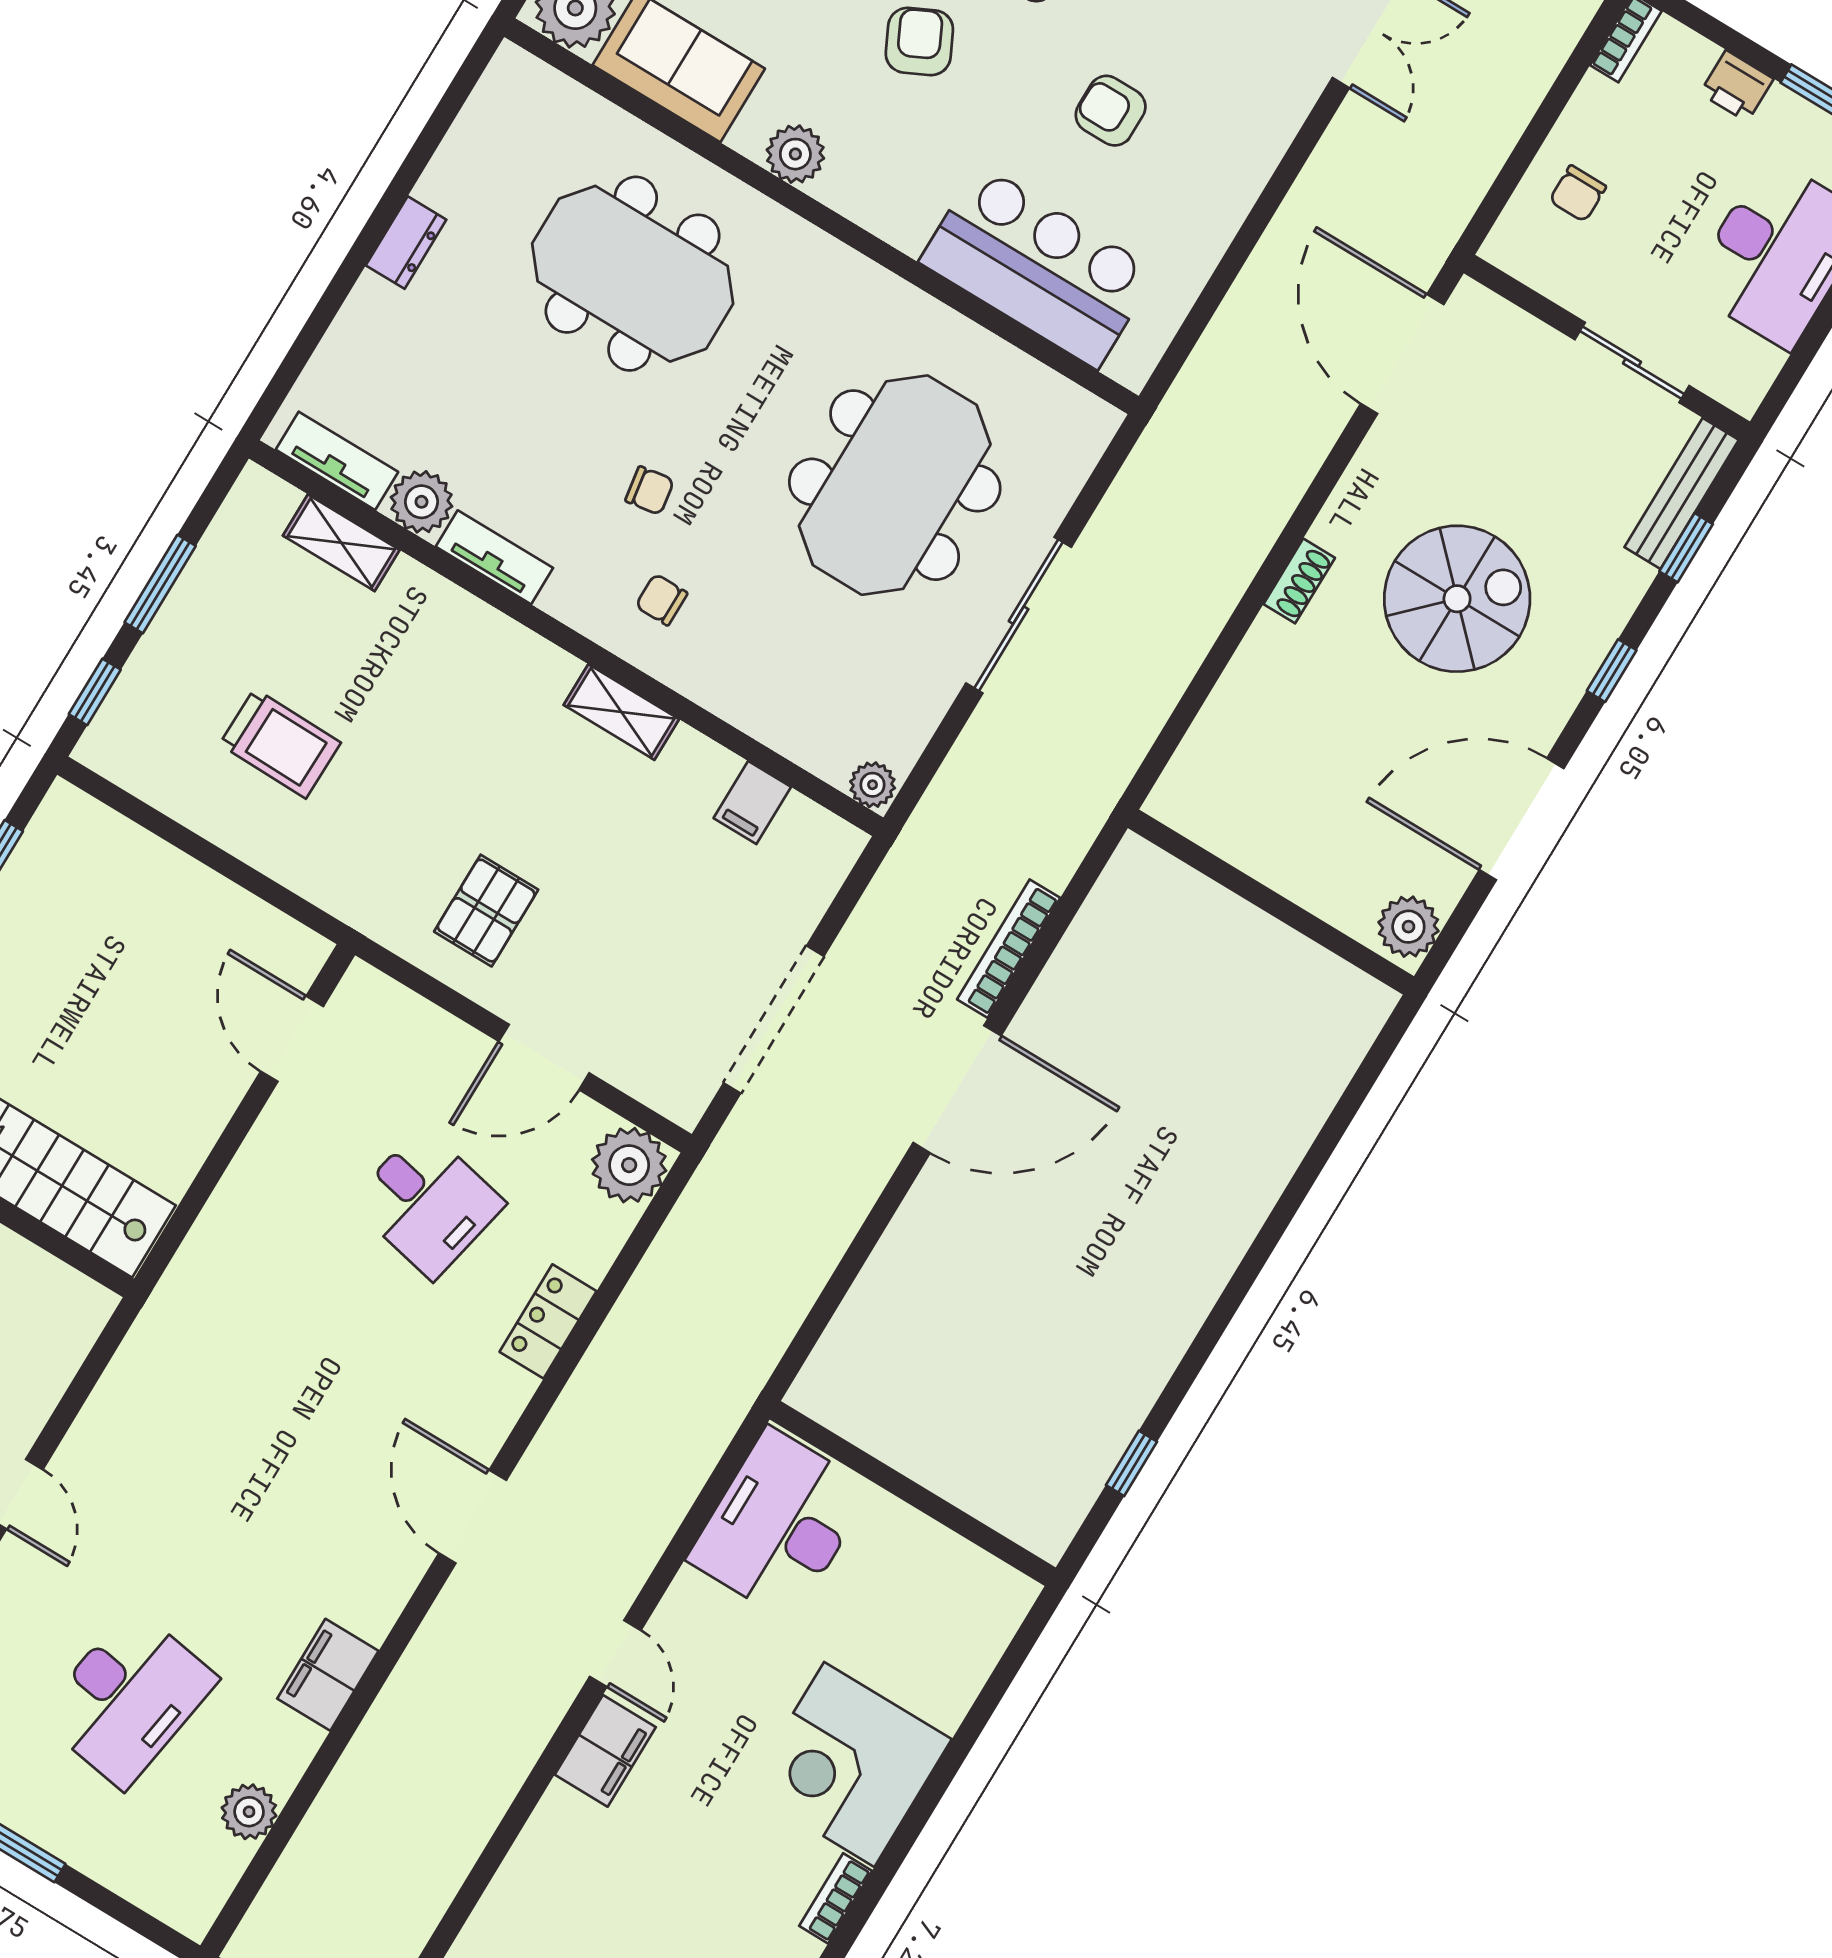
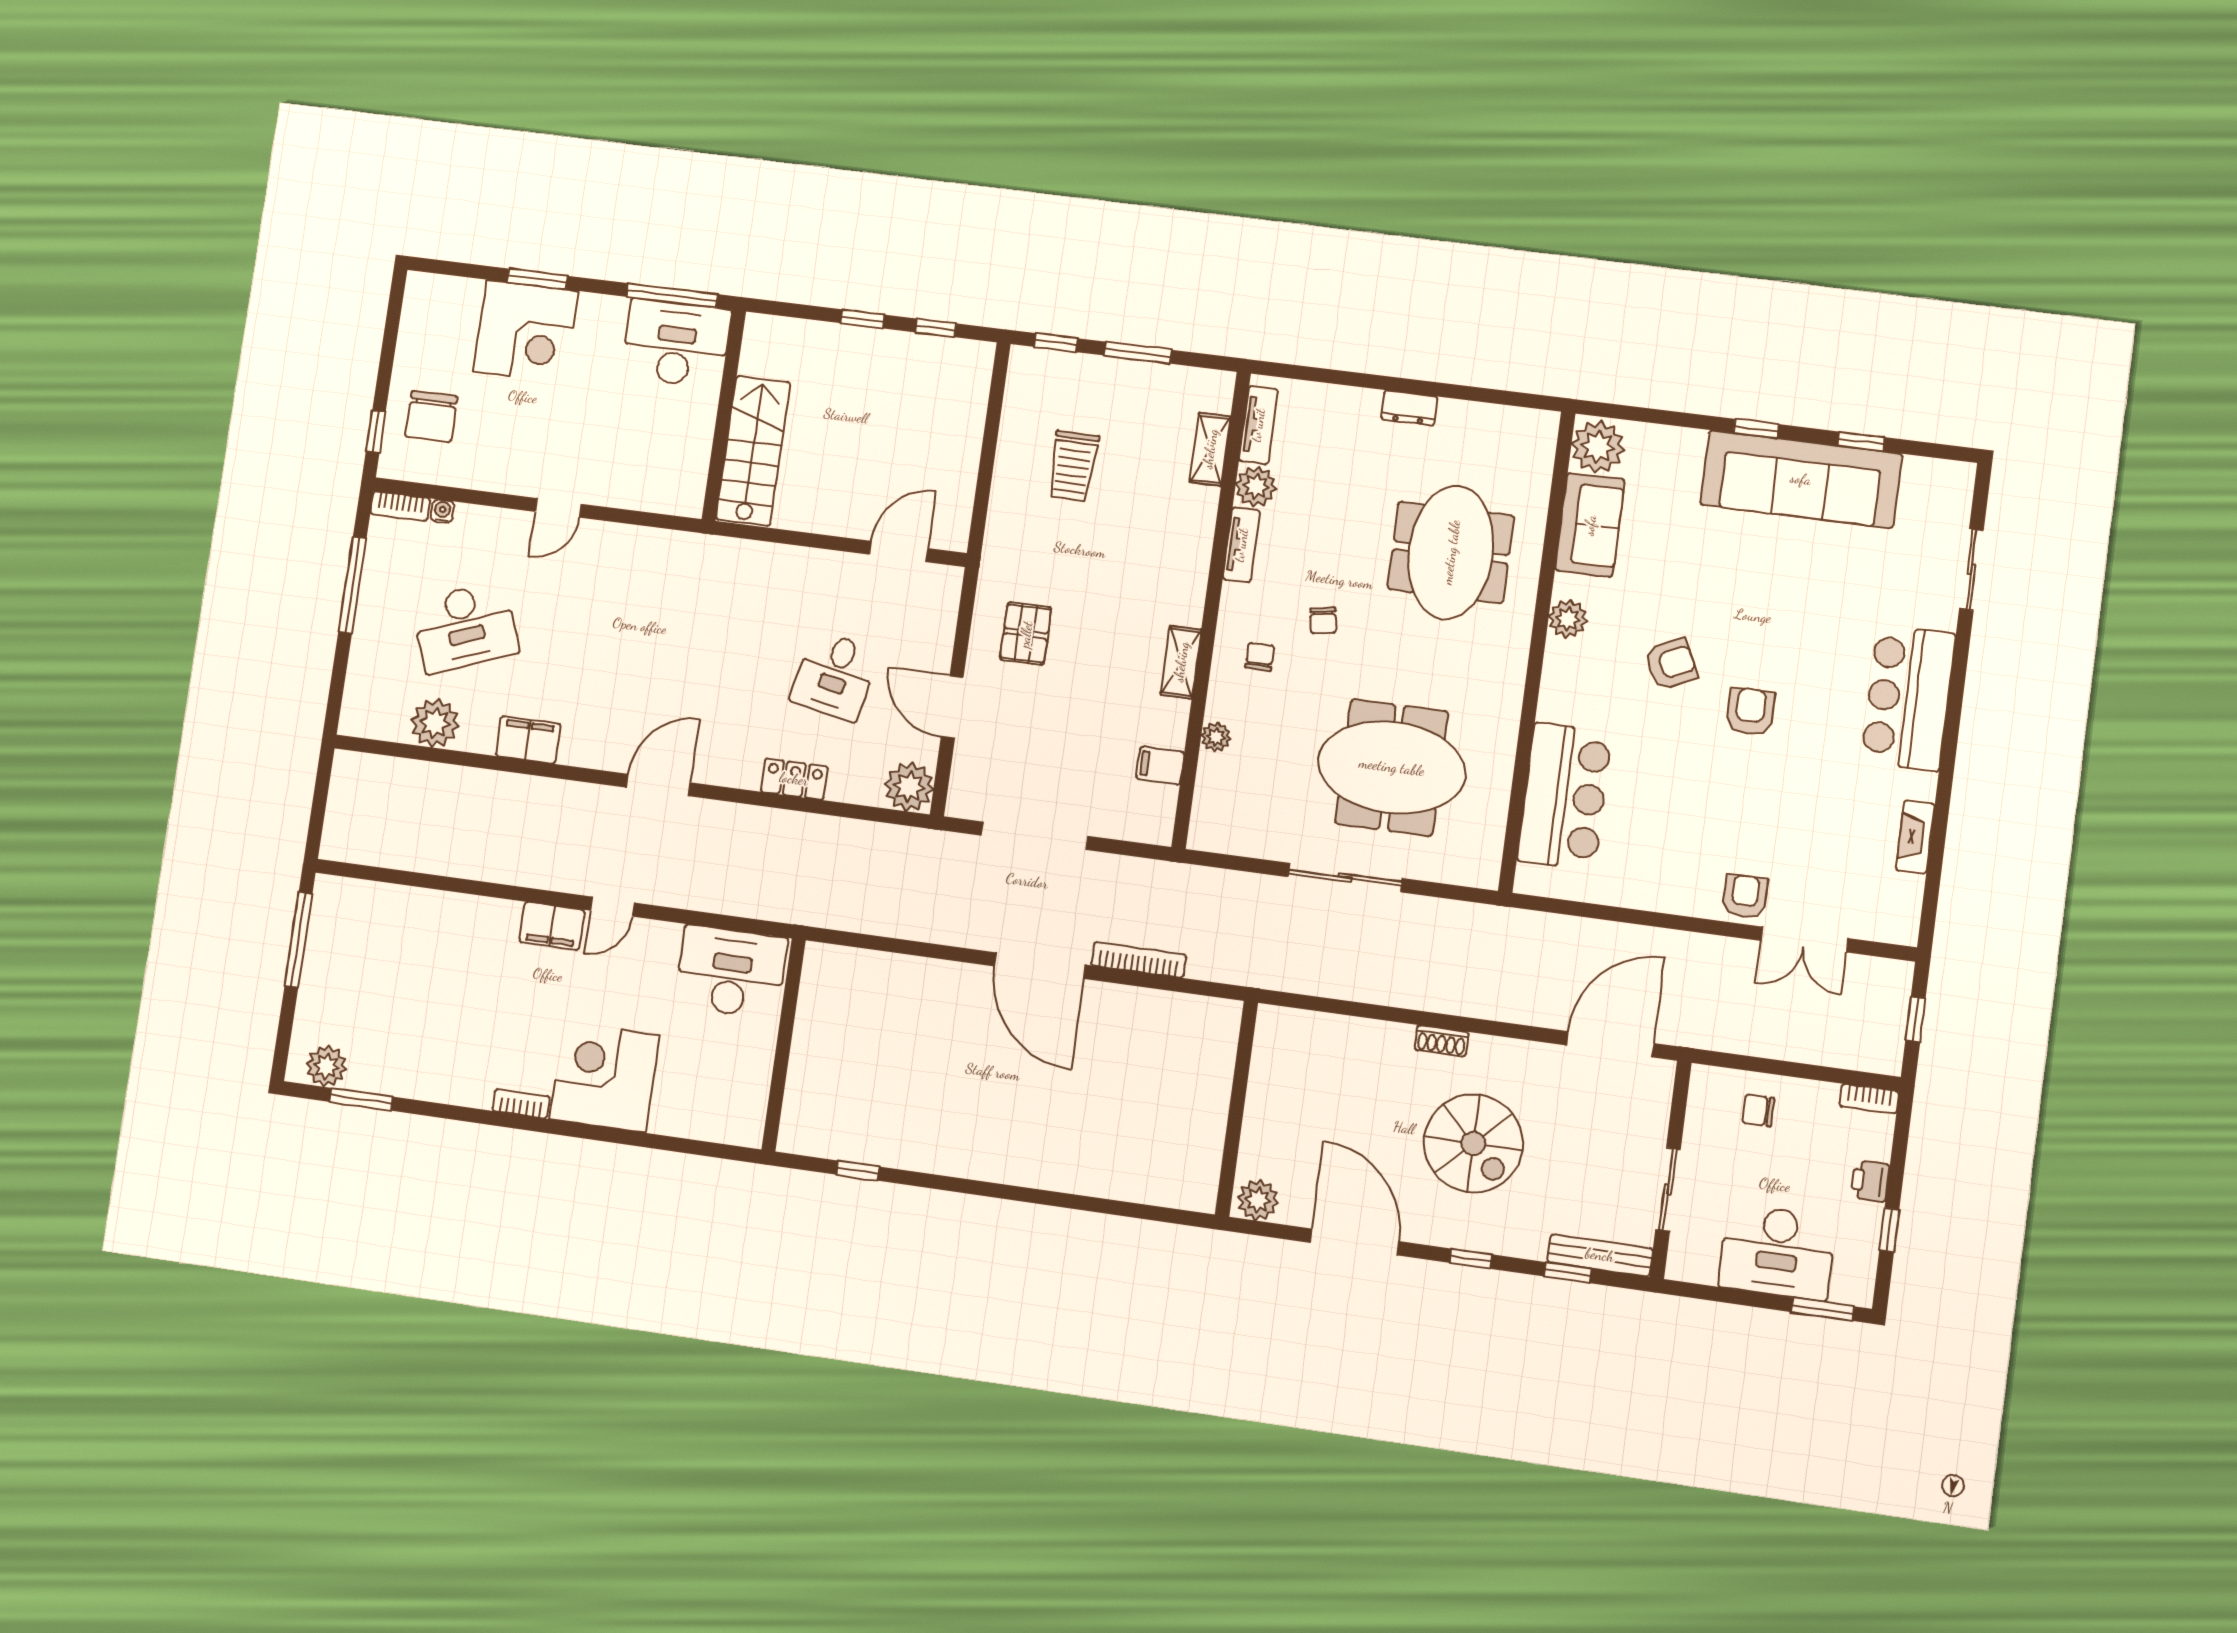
armchair: (1111, 111) -> (1745, 896), moved
plant: (873, 785) -> (1216, 737), moved
pallet: (486, 911) -> (1026, 634), turned 90
desk: (128, 1698) -> (465, 627), turned -30
plant: (249, 1812) -> (435, 723), width x1.36, depth x1.36

